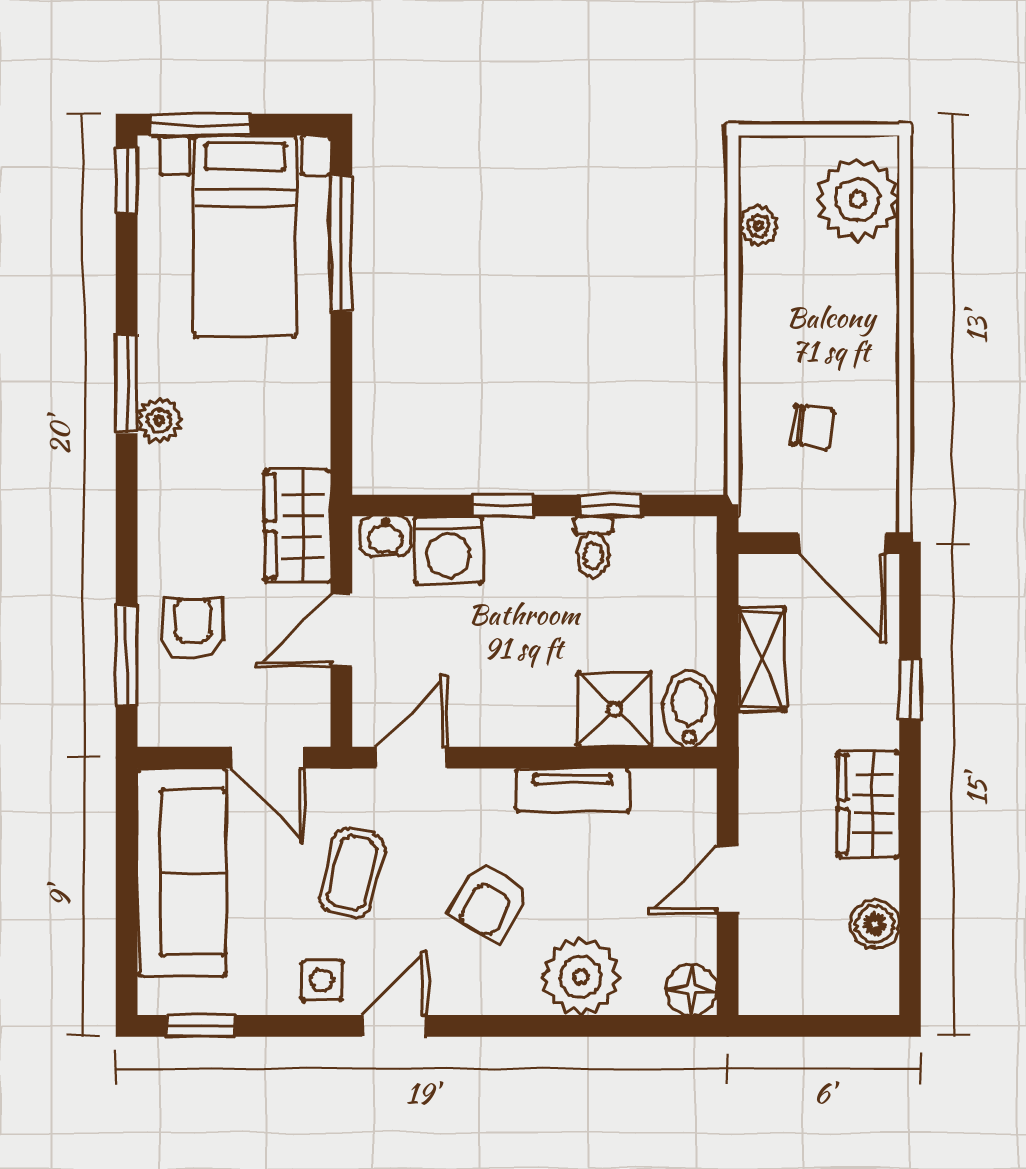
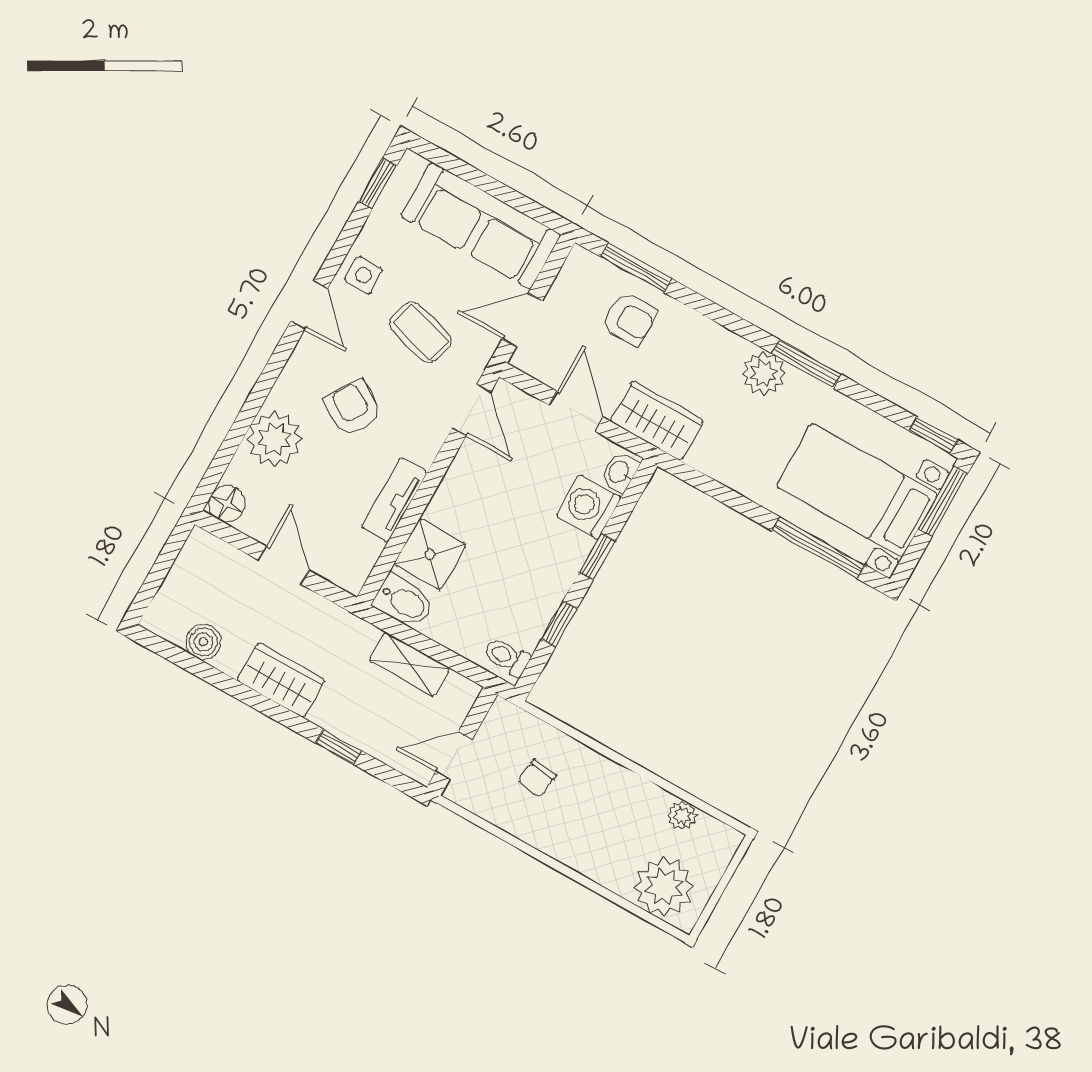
plant: (159, 420) -> (764, 373), width x1.38, depth x1.38
door: (842, 543) -> (454, 756), width x0.73
toilet: (593, 547) -> (507, 657), moved

